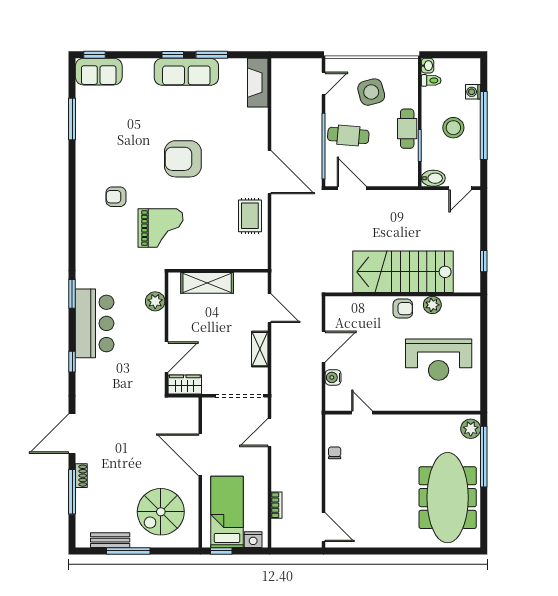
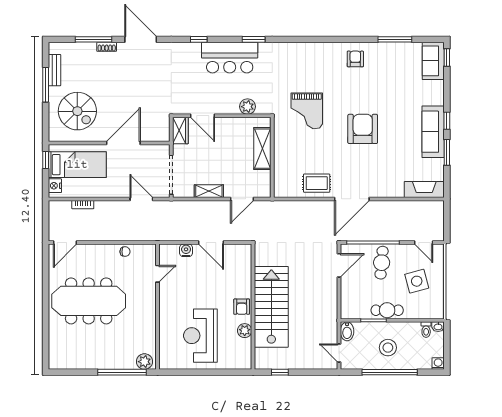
washing machine: (473, 92) -> (438, 364), moved
armchair: (116, 197) -> (355, 59), moved
meeting table: (448, 498) -> (89, 301), moved
spiral stairs: (161, 512) -> (77, 111), turned 180

